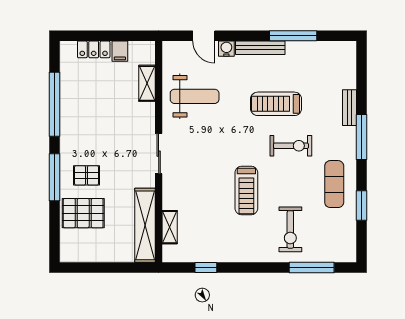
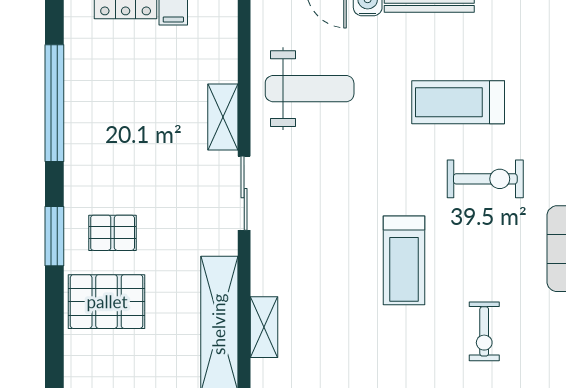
shelving: (147, 83) -> (223, 117), moved
window: (55, 177) -> (54, 236), width x0.69
exercise bike: (290, 229) -> (484, 331), width x0.73, depth x0.72

